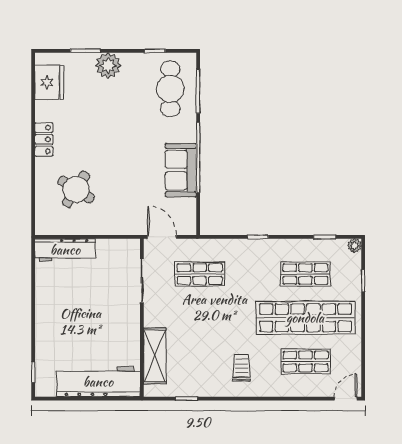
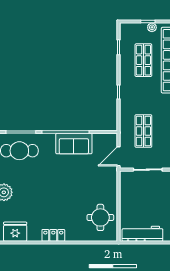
round table: (76, 189) -> (100, 217), moved, turned -32
plant: (354, 246) -> (152, 27), moved
workbench: (65, 250) -> (142, 234), moved, turned -90

